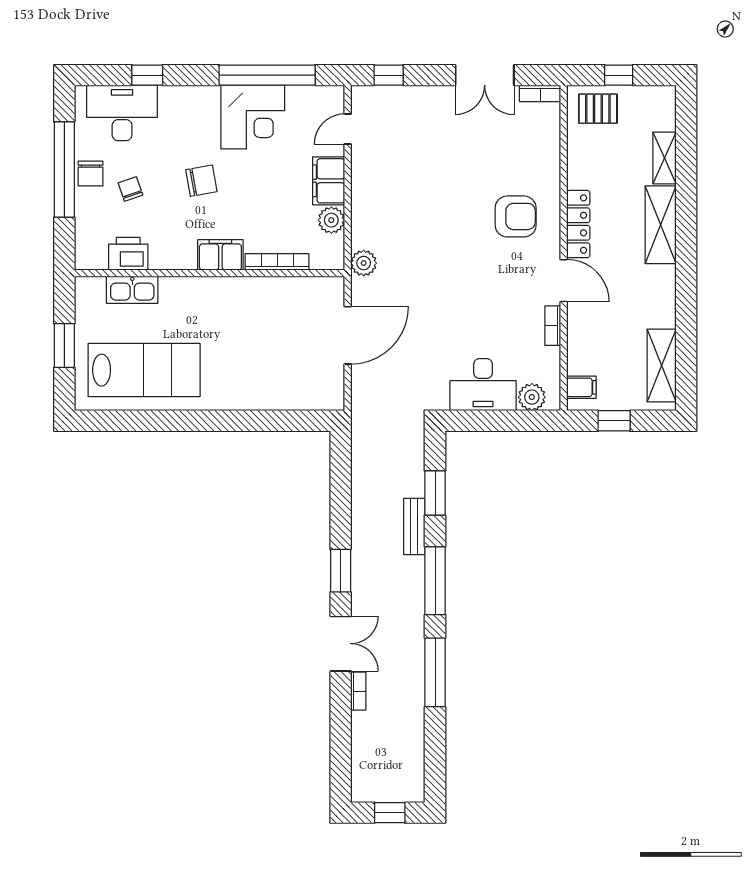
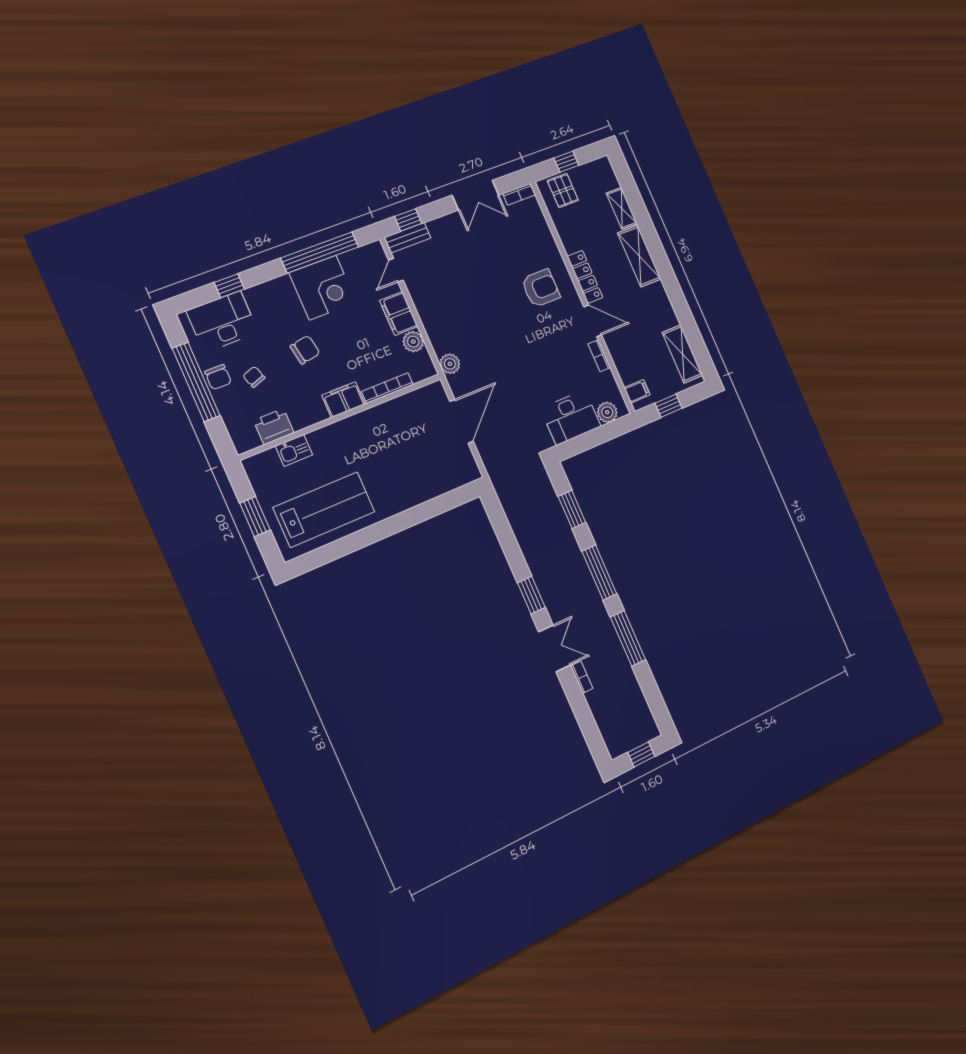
pallet: (598, 109) -> (563, 190), turned 90
kitchen sink: (132, 290) -> (294, 450), width x0.73
bench: (414, 526) -> (408, 238), moved, turned 90

